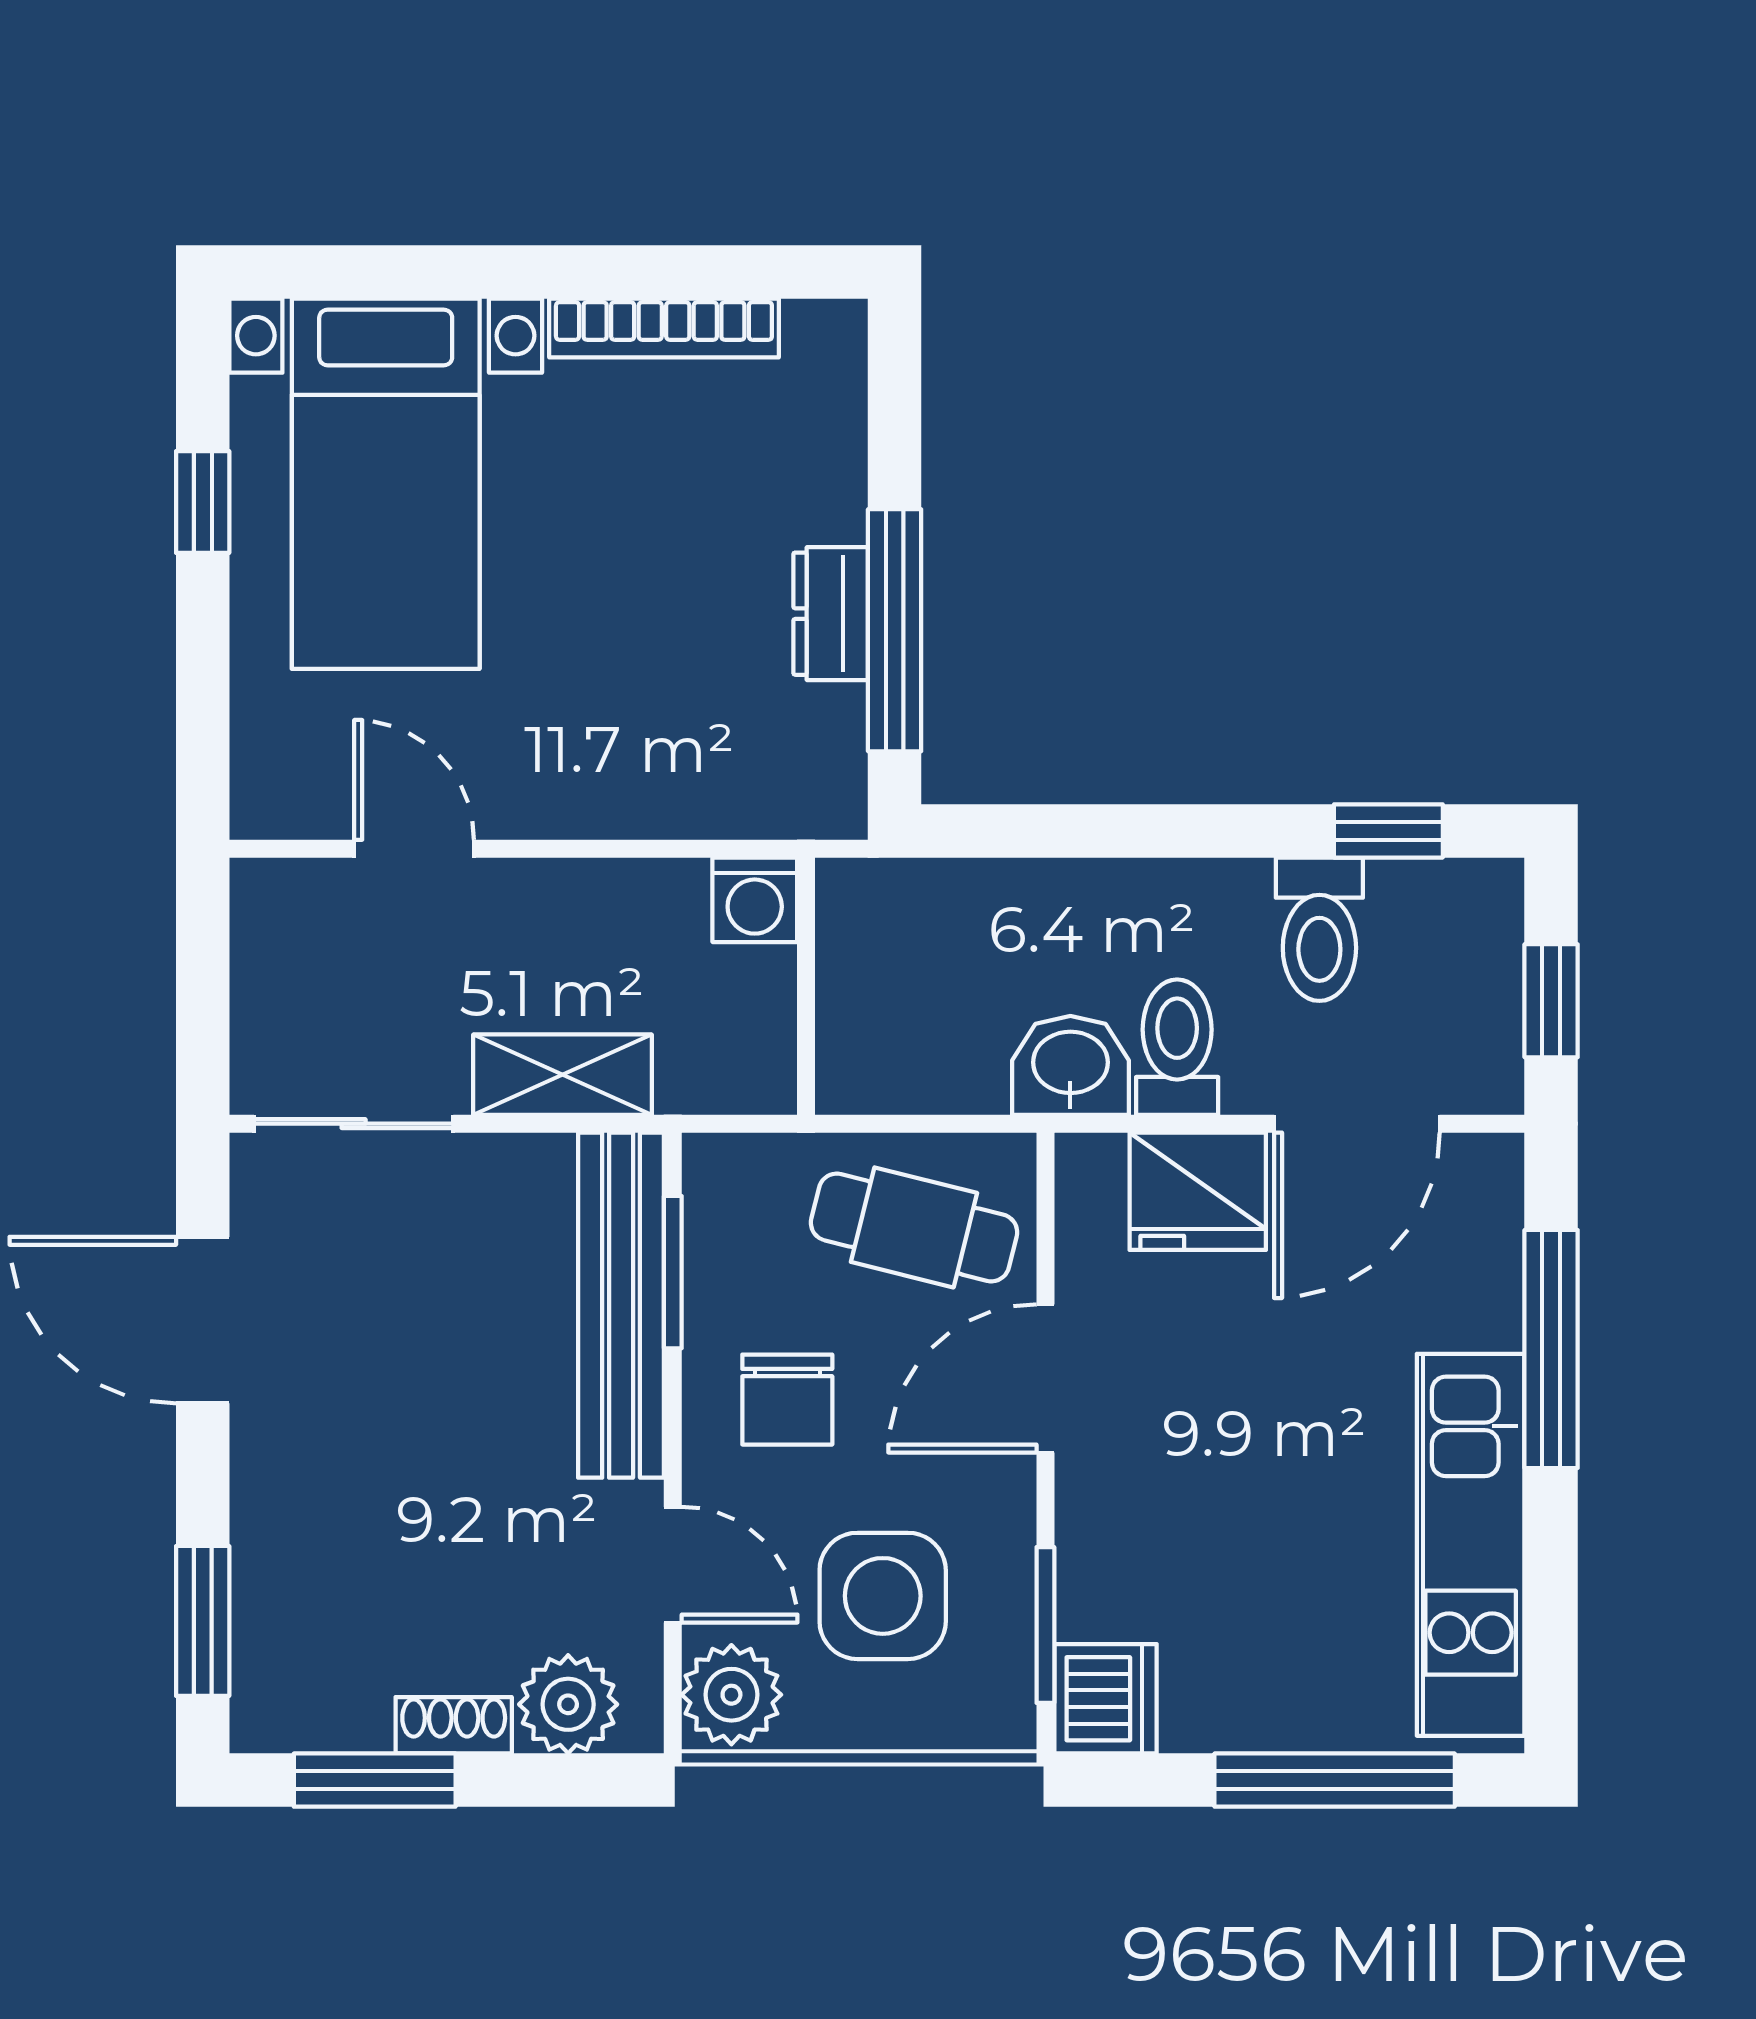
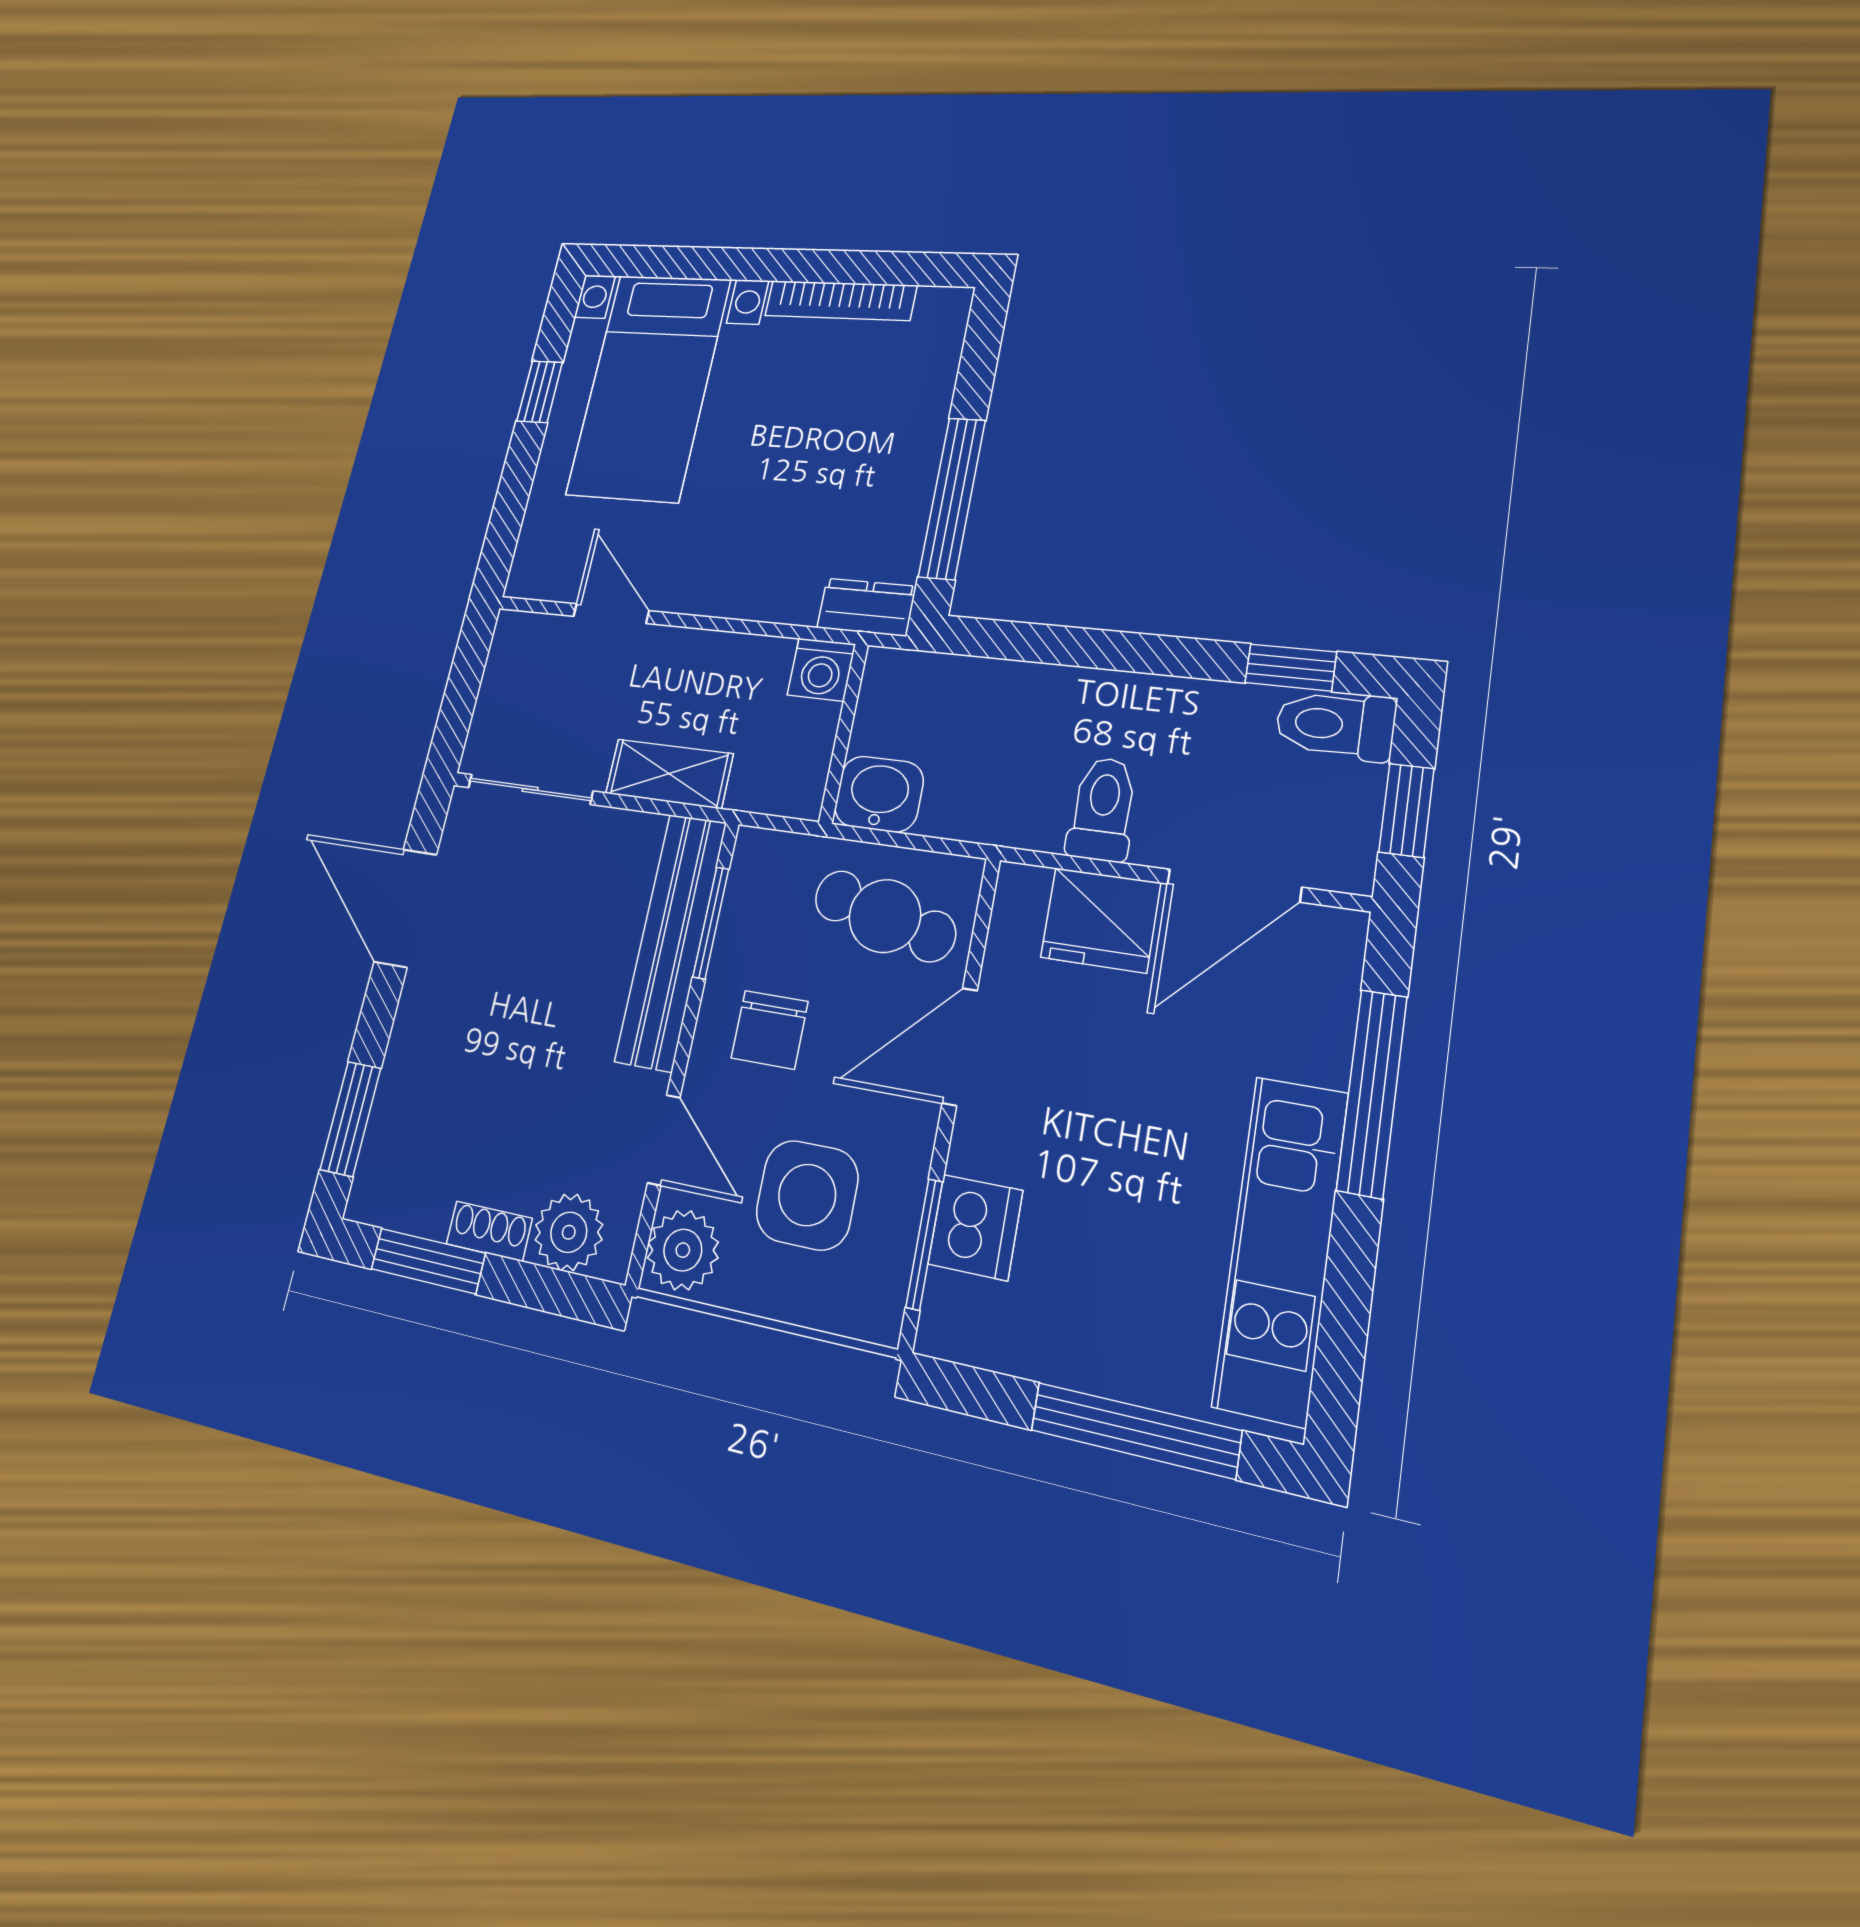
dresser: (831, 614) -> (866, 607), moved, turned 90
toilet: (1319, 929) -> (1335, 725), moved, turned 90
washbasin: (1070, 1065) -> (879, 794), moved
dishwasher: (1105, 1699) -> (975, 1227), moved

